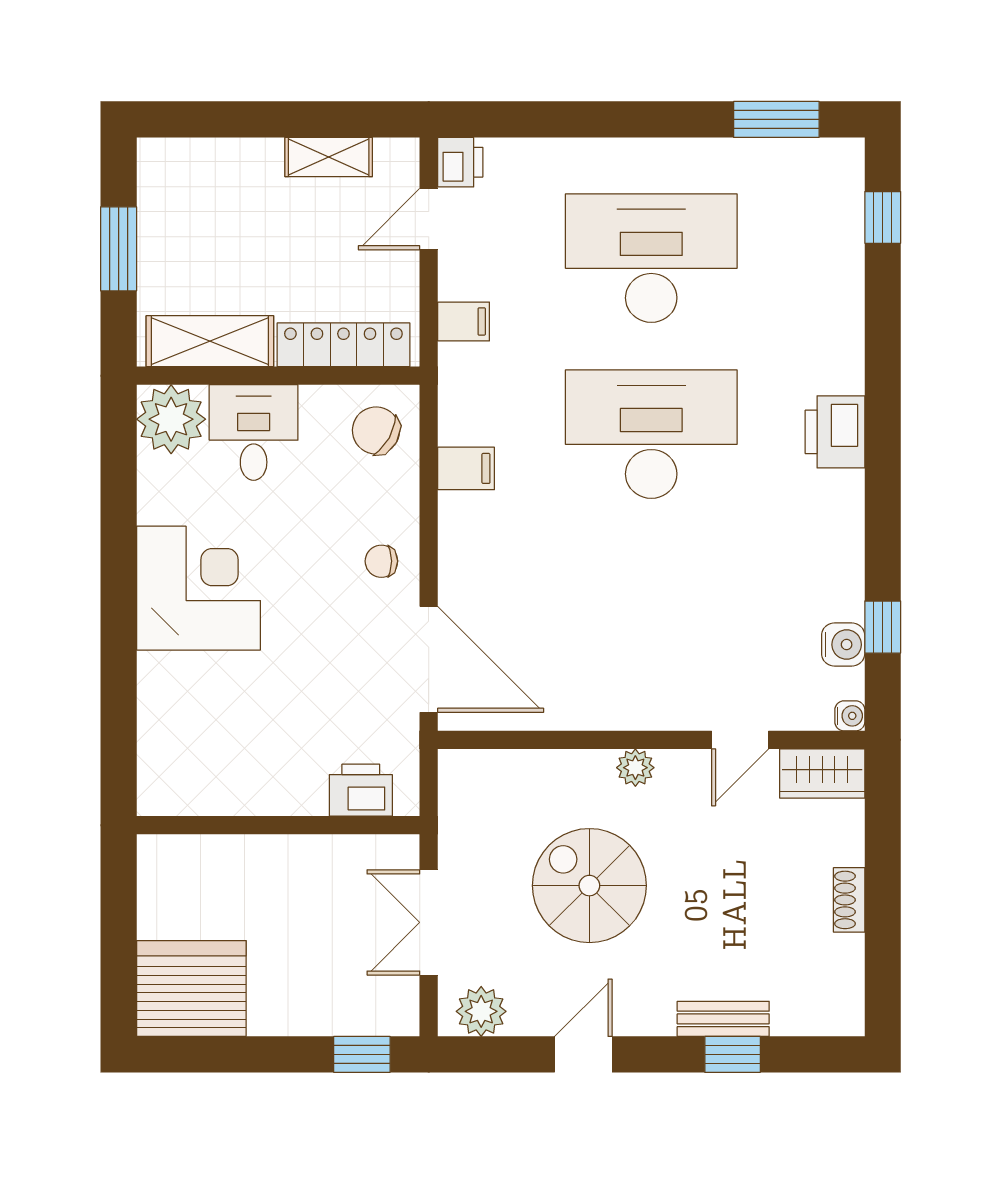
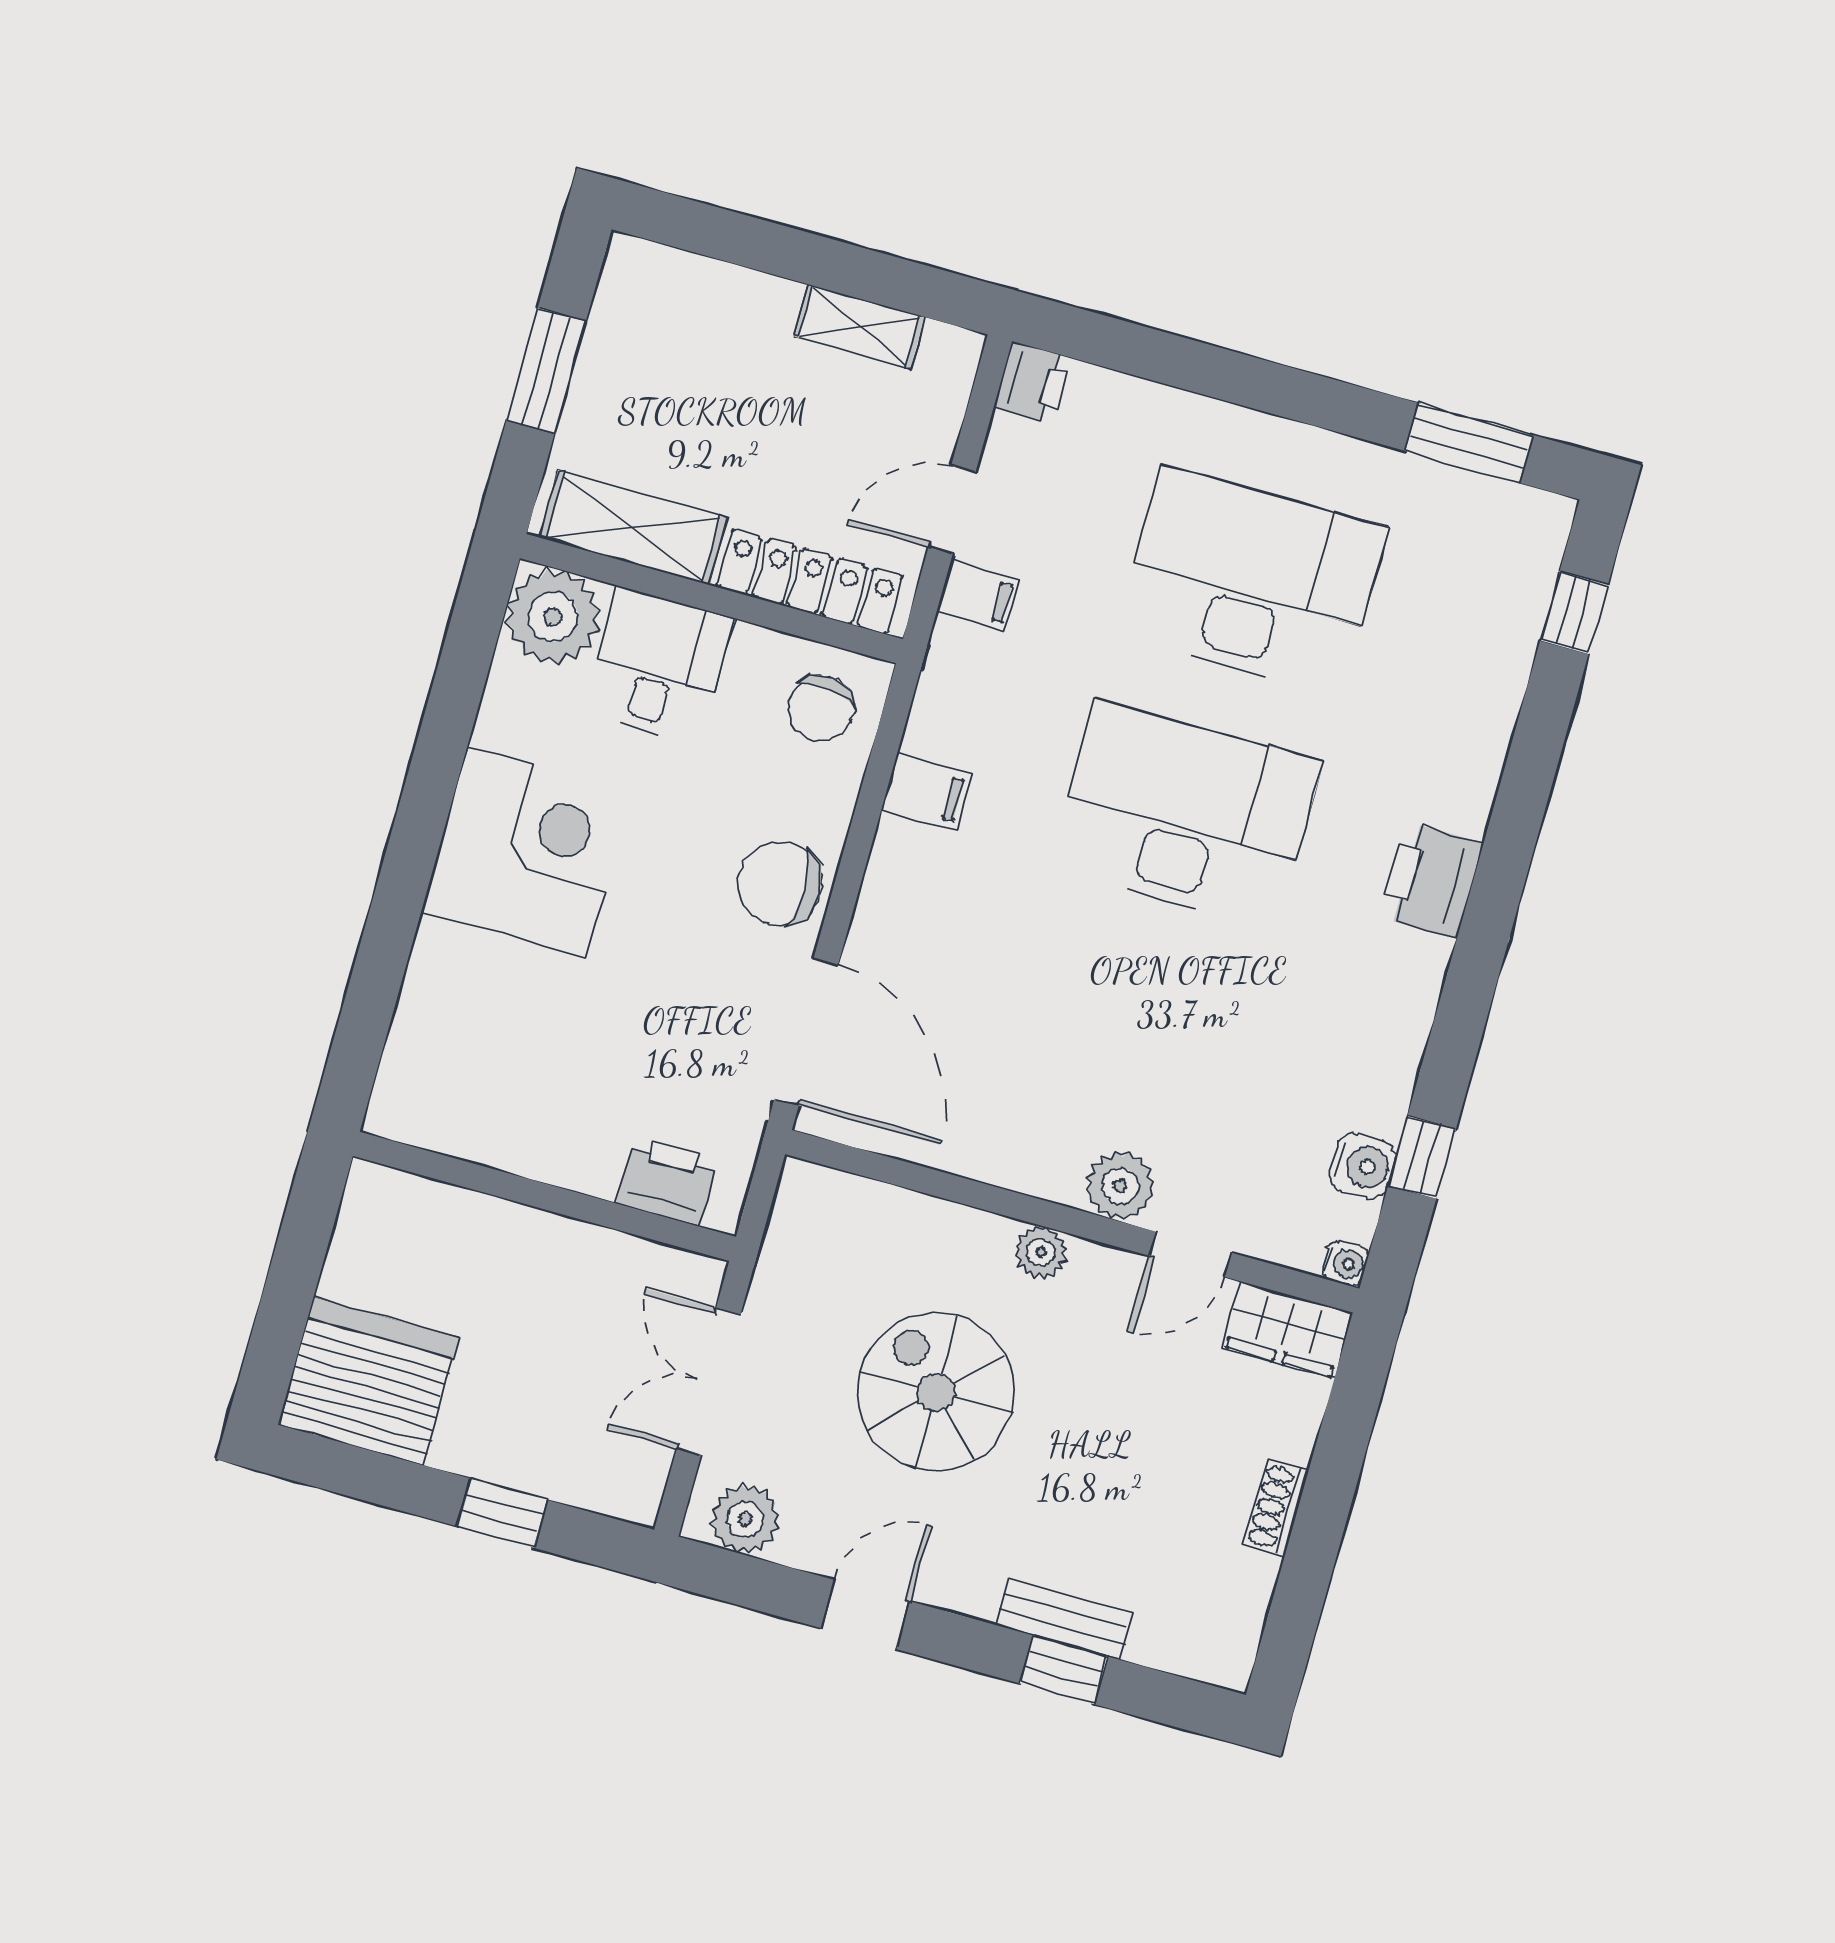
door: (429, 219) -> (952, 509), moved
chair: (376, 431) -> (821, 708), turned -112
chair: (381, 561) -> (780, 884), width x1.87, depth x1.87
plant: (678, 706) -> (1120, 1186), added
window: (362, 1054) -> (502, 1513), moved

